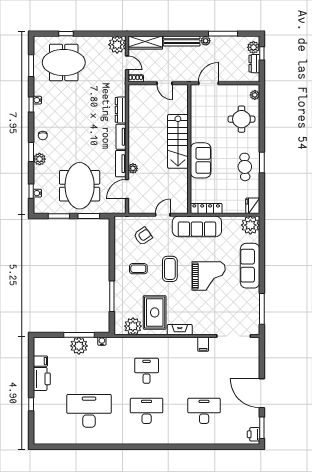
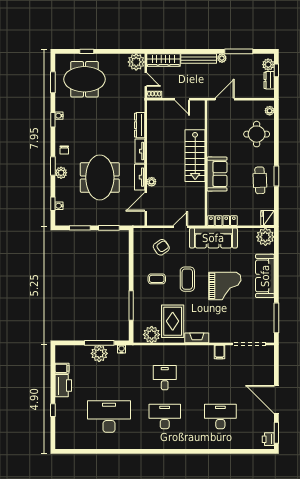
meeting table: (80, 186) -> (100, 177), moved

